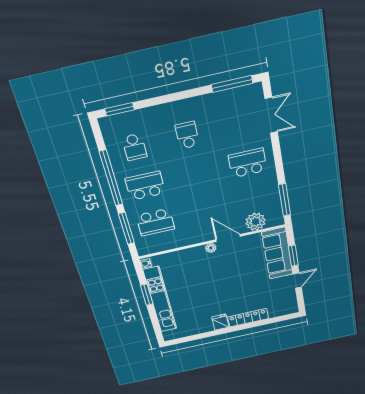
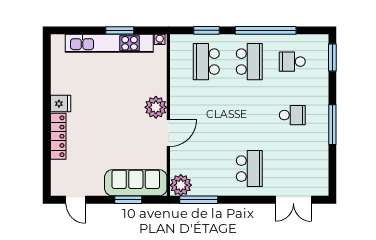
window: (232, 84) -> (332, 125), moved
plant: (256, 222) -> (181, 185), moved
window: (126, 228) -> (207, 30), width x0.69
plant: (211, 248) -> (156, 107), width x1.87, depth x1.87
door: (297, 280) -> (76, 200), moved

